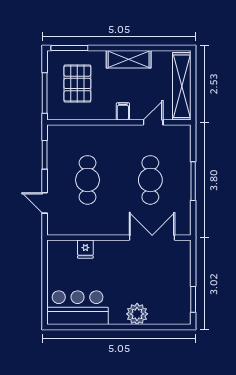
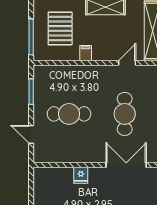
filing cabinet: (123, 111) -> (86, 53), moved
cafe table: (87, 180) -> (69, 114), turned 90
fridge: (85, 249) -> (81, 175), moved

